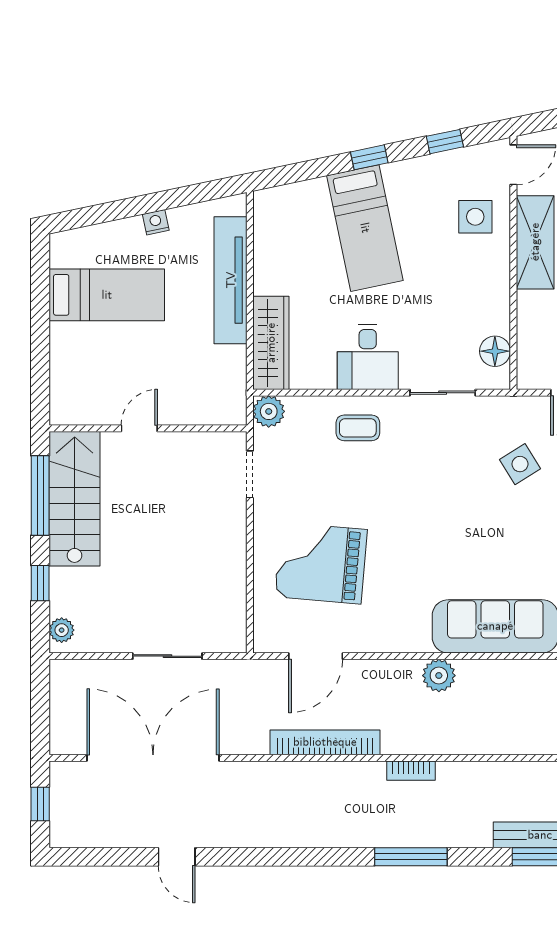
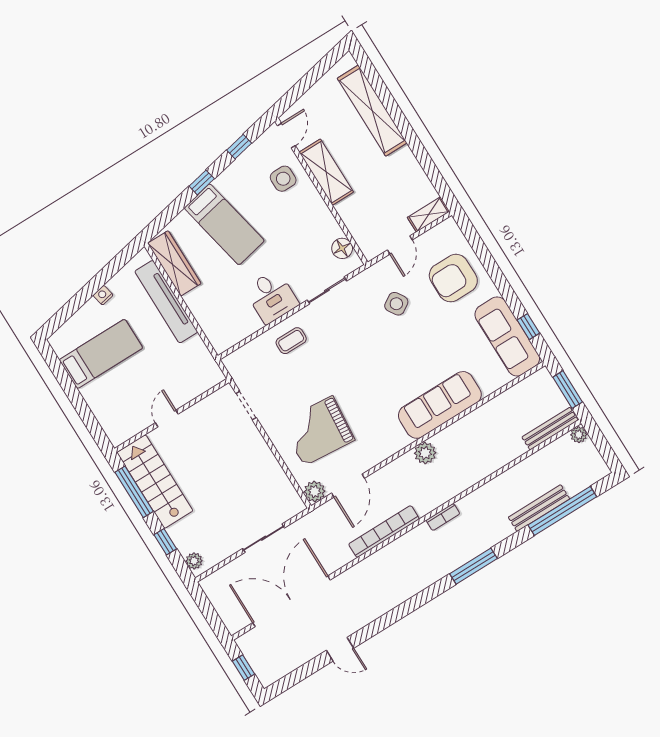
wardrobe: (271, 343) -> (174, 263), moved
plant: (269, 411) -> (315, 491), moved

